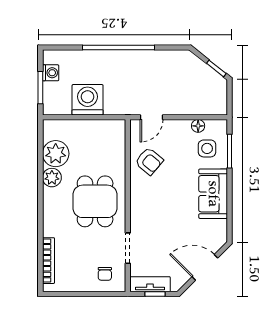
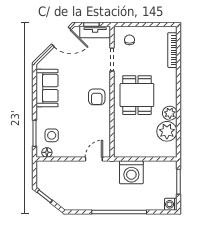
washing machine: (51, 73) -> (171, 204), moved
washing machine: (88, 100) -> (131, 172), moved
floor lamp: (198, 126) -> (47, 152), moved
armchair: (149, 161) -> (97, 97), moved, turned -130
sofa: (213, 194) -> (47, 88), moved
door: (205, 267) -> (61, 37), moved

